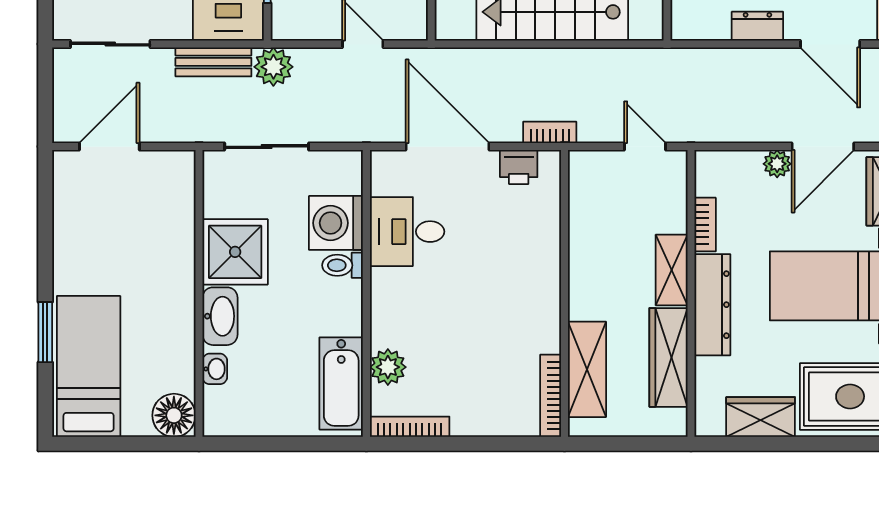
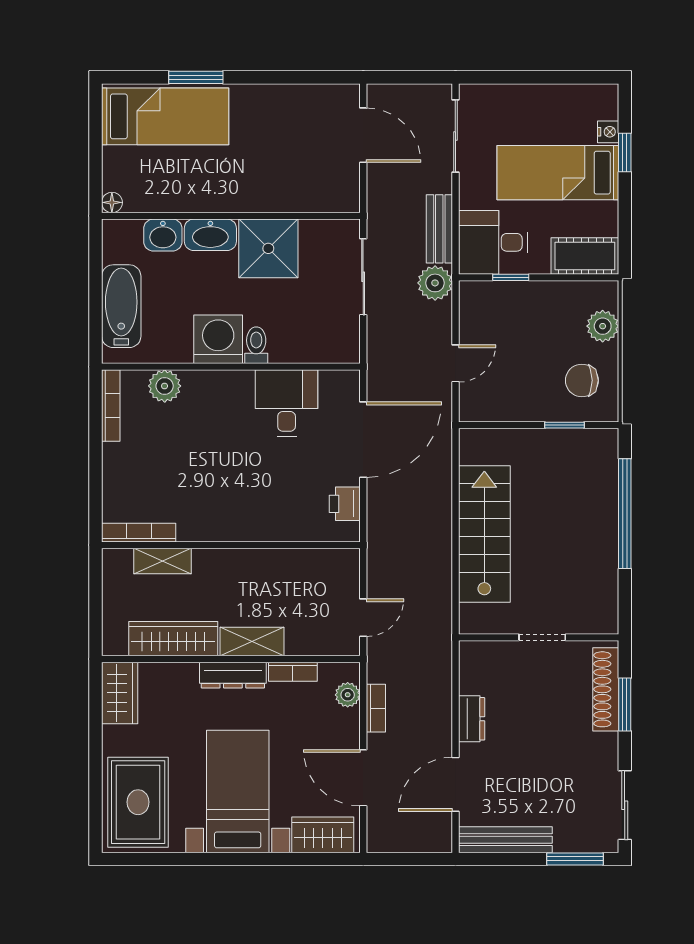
bookcase: (550, 132) -> (376, 708), moved
plant: (777, 164) -> (348, 695), moved
washing machine: (336, 223) -> (218, 339), moved
dresser: (712, 305) -> (233, 675), width x0.73, depth x0.80
washbasin: (215, 369) -> (163, 235), width x1.38, depth x1.45
shelving: (587, 369) -> (162, 561), width x0.67, depth x0.75
bathtub: (341, 383) -> (121, 306), moved, turned 90
floor lamp: (174, 415) -> (112, 202), width x0.53, depth x0.53
wardrobe: (761, 417) -> (120, 693), moved

